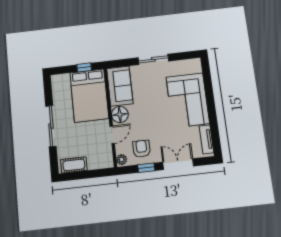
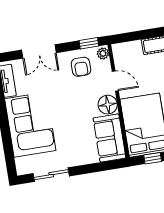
sliding door: (153, 59) -> (51, 175), moved
door: (112, 135) -> (115, 81), swing flipped
window: (146, 168) -> (89, 43), moved

